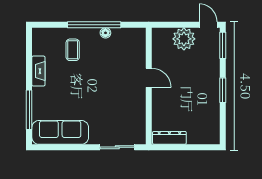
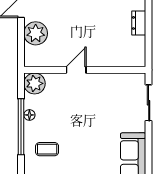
plant: (136, 38) -> (35, 83), added
dresser: (169, 138) -> (139, 23), moved, width x0.70

